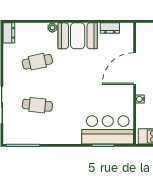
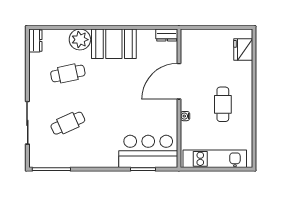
plant: (52, 28) -> (80, 40), width x1.87, depth x1.87
dresser: (110, 28) -> (167, 35), moved
cafe table: (37, 105) -> (68, 123), turned -30

